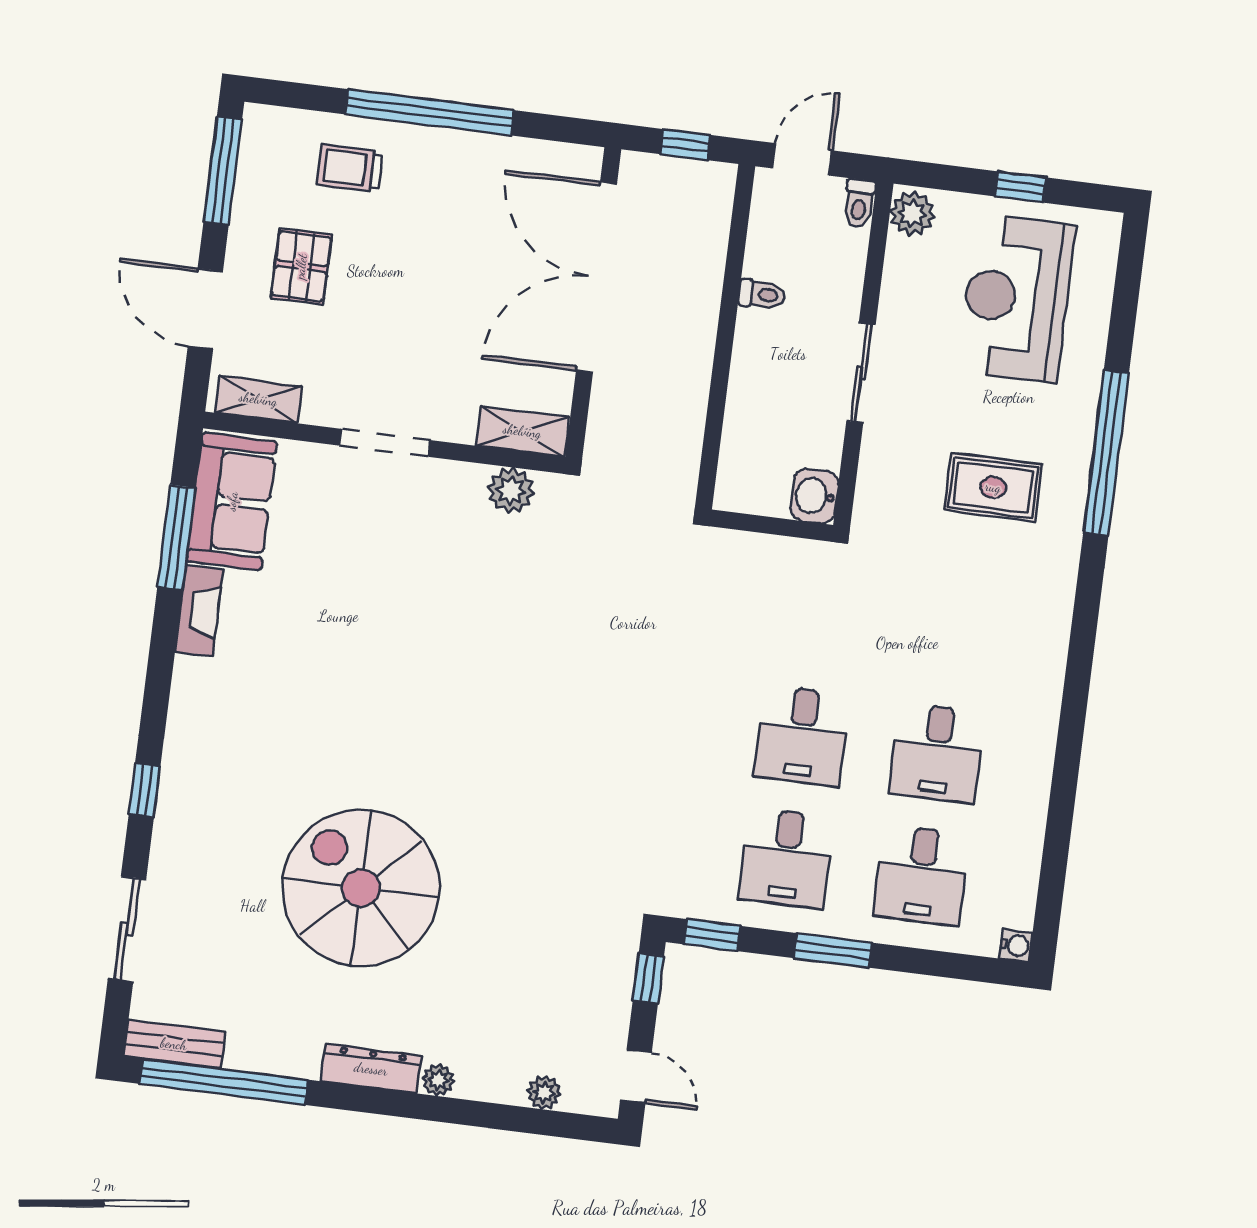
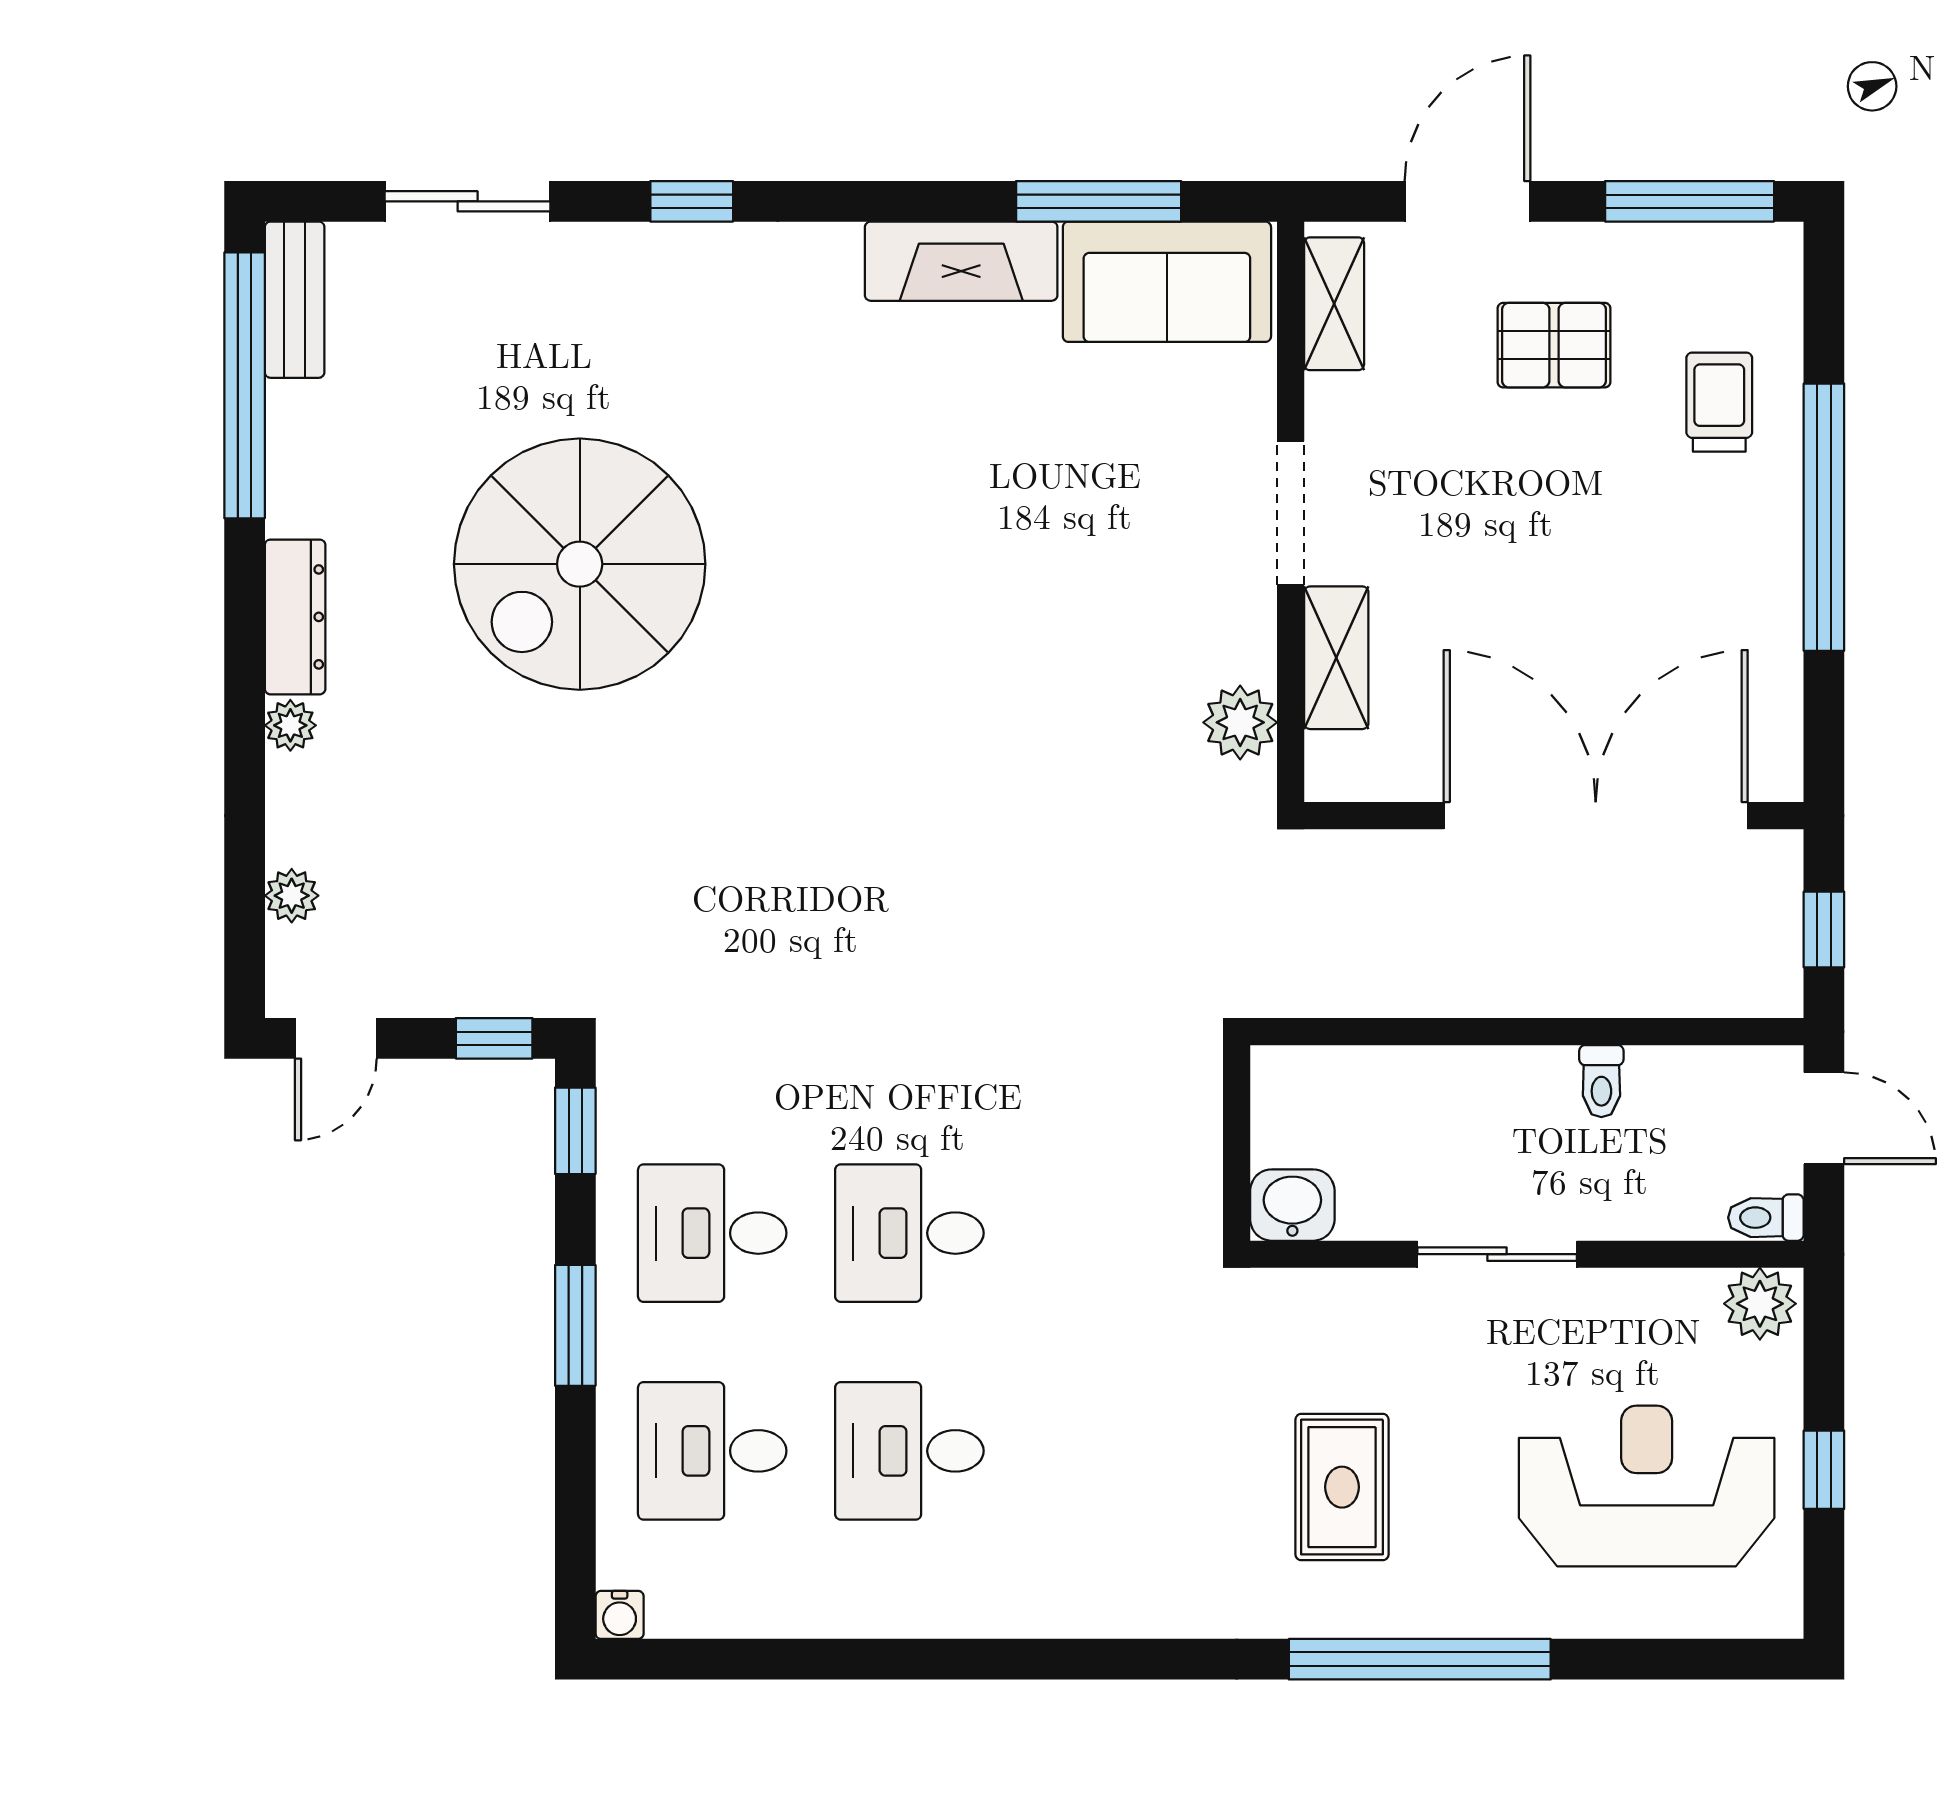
shelving: (522, 431) -> (1336, 658), moved
fireplace: (199, 611) -> (961, 261), width x1.37, depth x1.32
spiral stairs: (361, 888) -> (580, 564), turned 180

